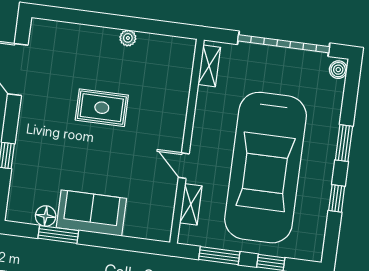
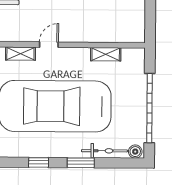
shelving: (209, 66) -> (106, 54), moved
bicycle: (332, 110) -> (104, 151), added

